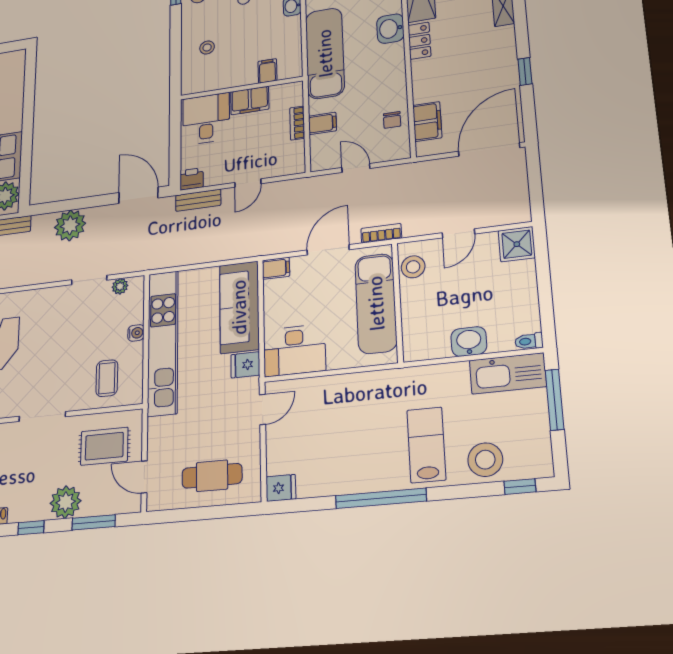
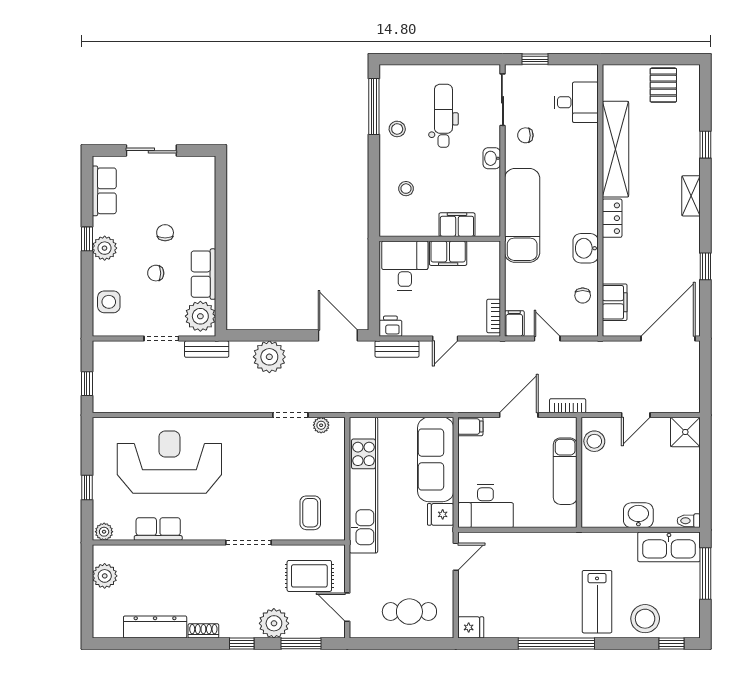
washbasin: (390, 29) -> (586, 248), moved
filing cabinet: (267, 71) -> (457, 225), width x2.00
bookcase: (297, 123) -> (494, 316), moved
filing cabinet: (322, 123) -> (514, 323), moved, turned -90
exam couch: (376, 303) -> (565, 471), width x0.73, depth x0.69
water cooler: (136, 333) -> (338, 473), removed
lab bench: (426, 445) -> (597, 602), turned 180

